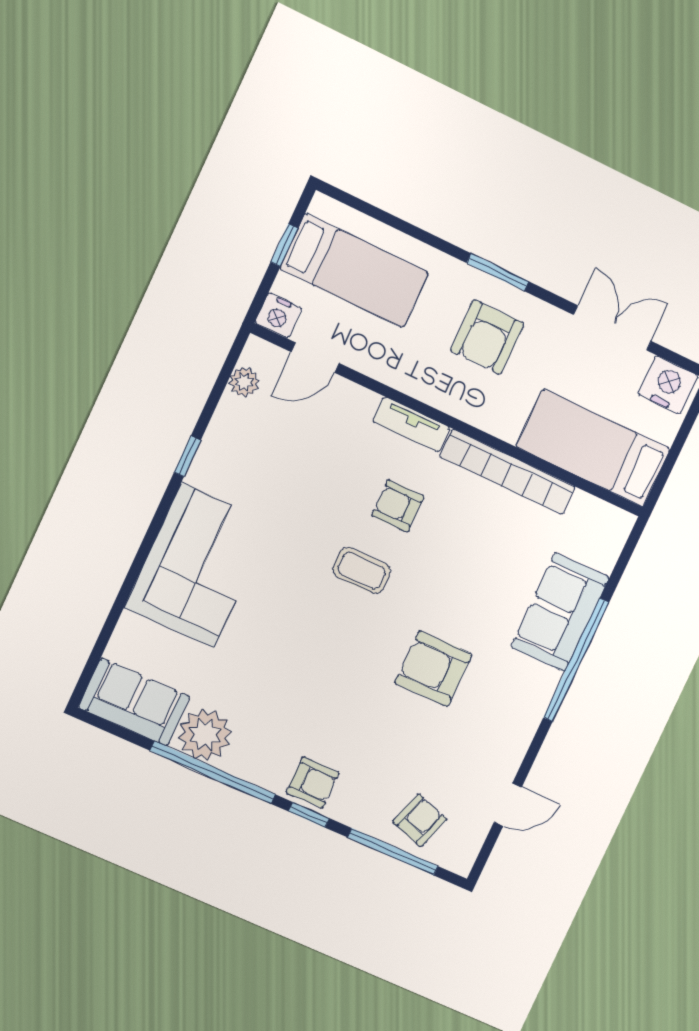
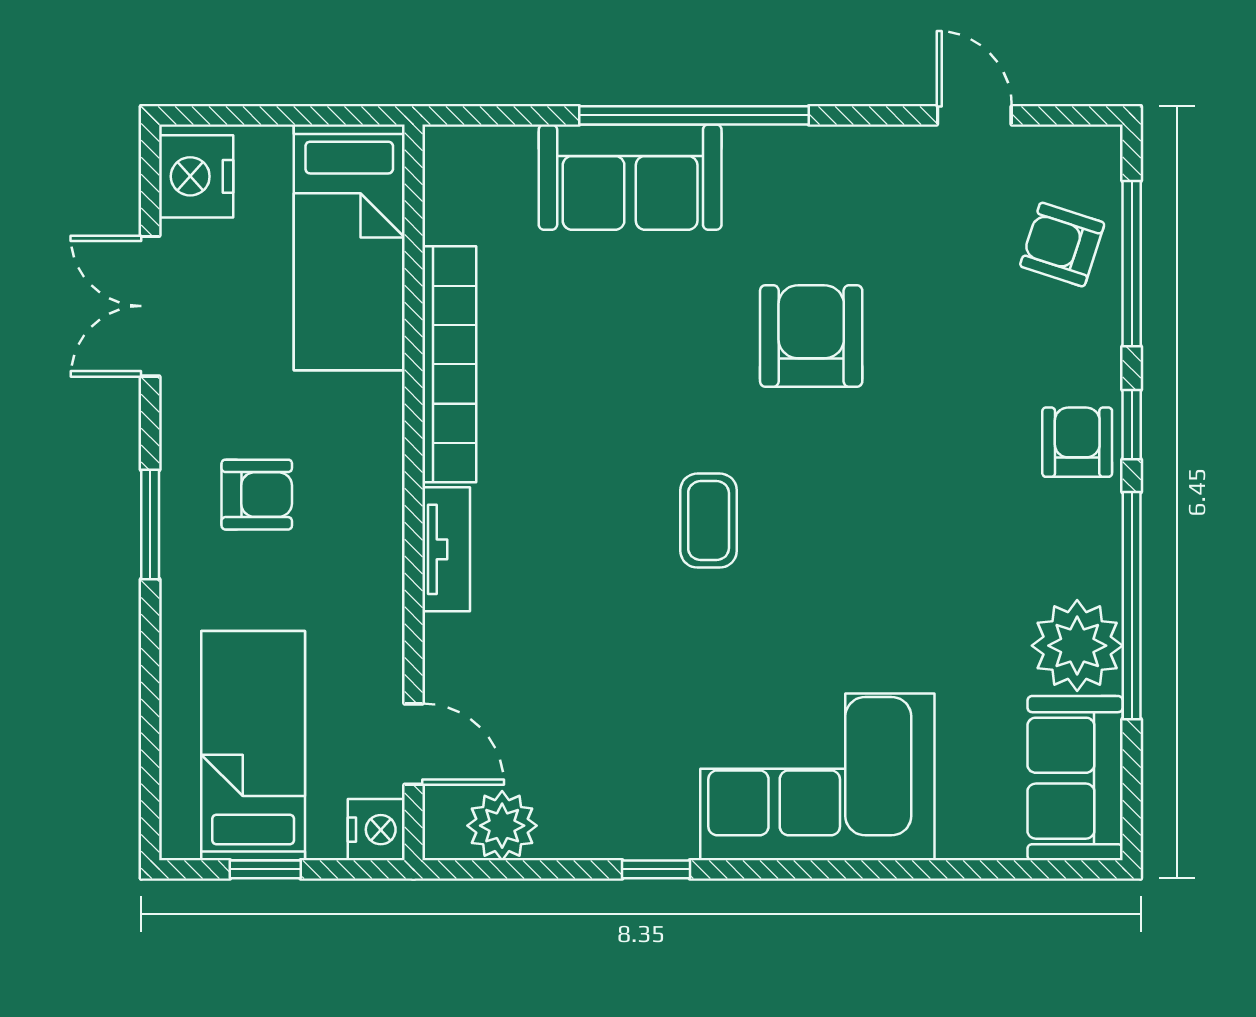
armchair: (487, 337) -> (257, 495), width x0.72, depth x0.72
plant: (244, 382) -> (502, 826), width x1.38, depth x1.38
armchair: (398, 506) -> (582, 511), removed
armchair: (433, 669) -> (811, 336), turned 180

